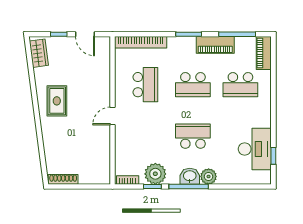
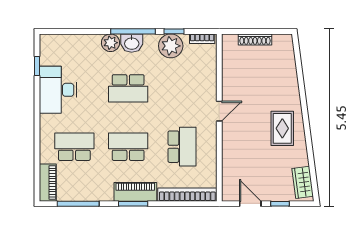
piano: (215, 45) -> (135, 192), moved
school desk: (145, 85) -> (182, 147), turned 180
desk: (255, 149) -> (58, 90), moved
shoe rack: (63, 179) -> (255, 39), moved

